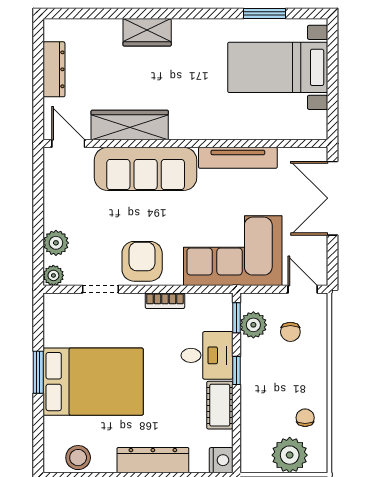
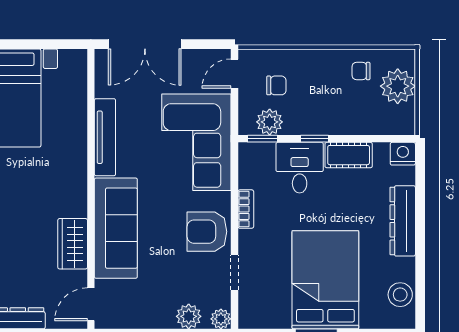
wardrobe: (130, 125) -> (73, 244), width x0.67

